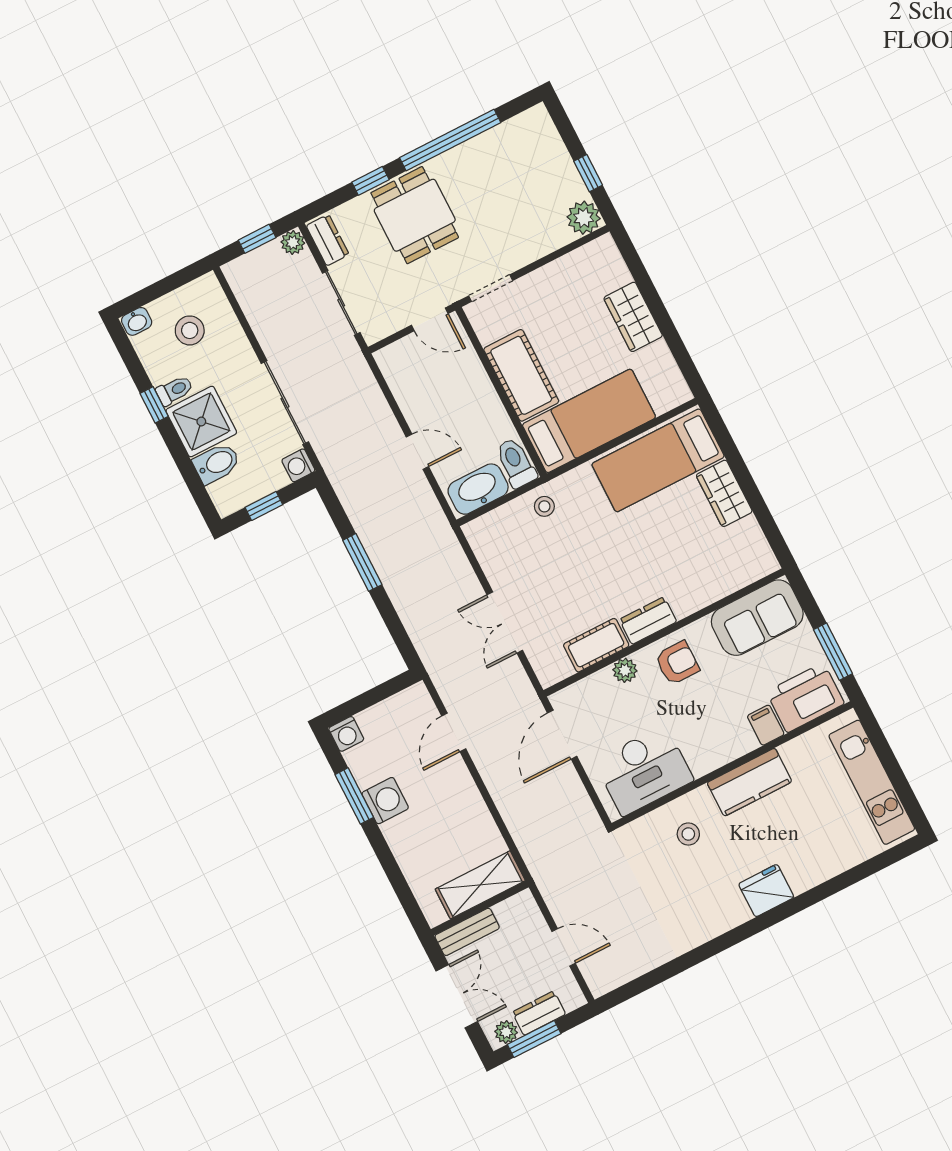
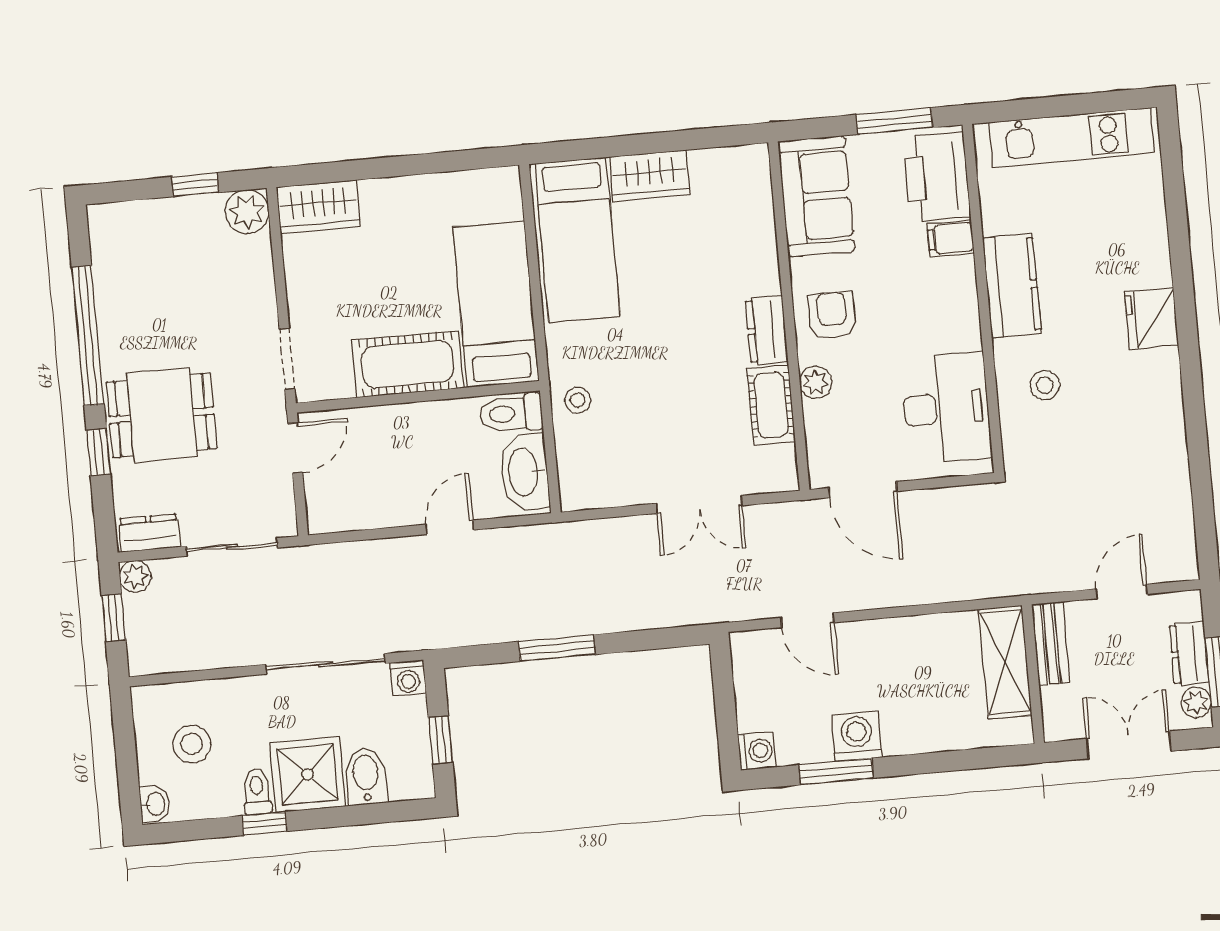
wardrobe: (633, 317) -> (318, 207), moved
bench: (467, 932) -> (1051, 643), moved

